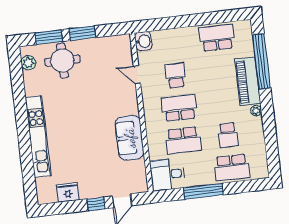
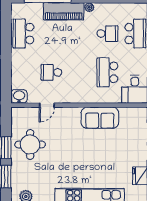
round table: (62, 61) -> (30, 145), moved
school desk: (179, 108) -> (79, 72), removed
school desk: (183, 140) -> (107, 72), turned 180

